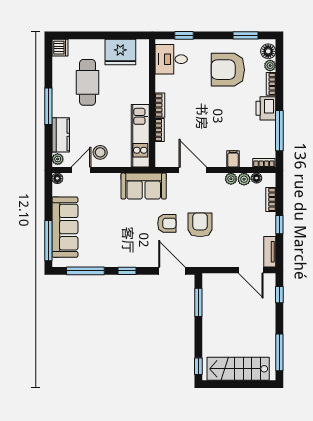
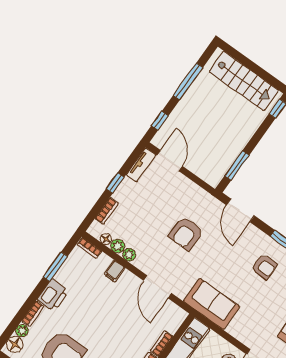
window: (279, 131) -> (55, 267), width x0.69
armchair: (167, 223) -> (264, 267), moved, turned 180
window: (279, 352) -> (188, 81), moved

